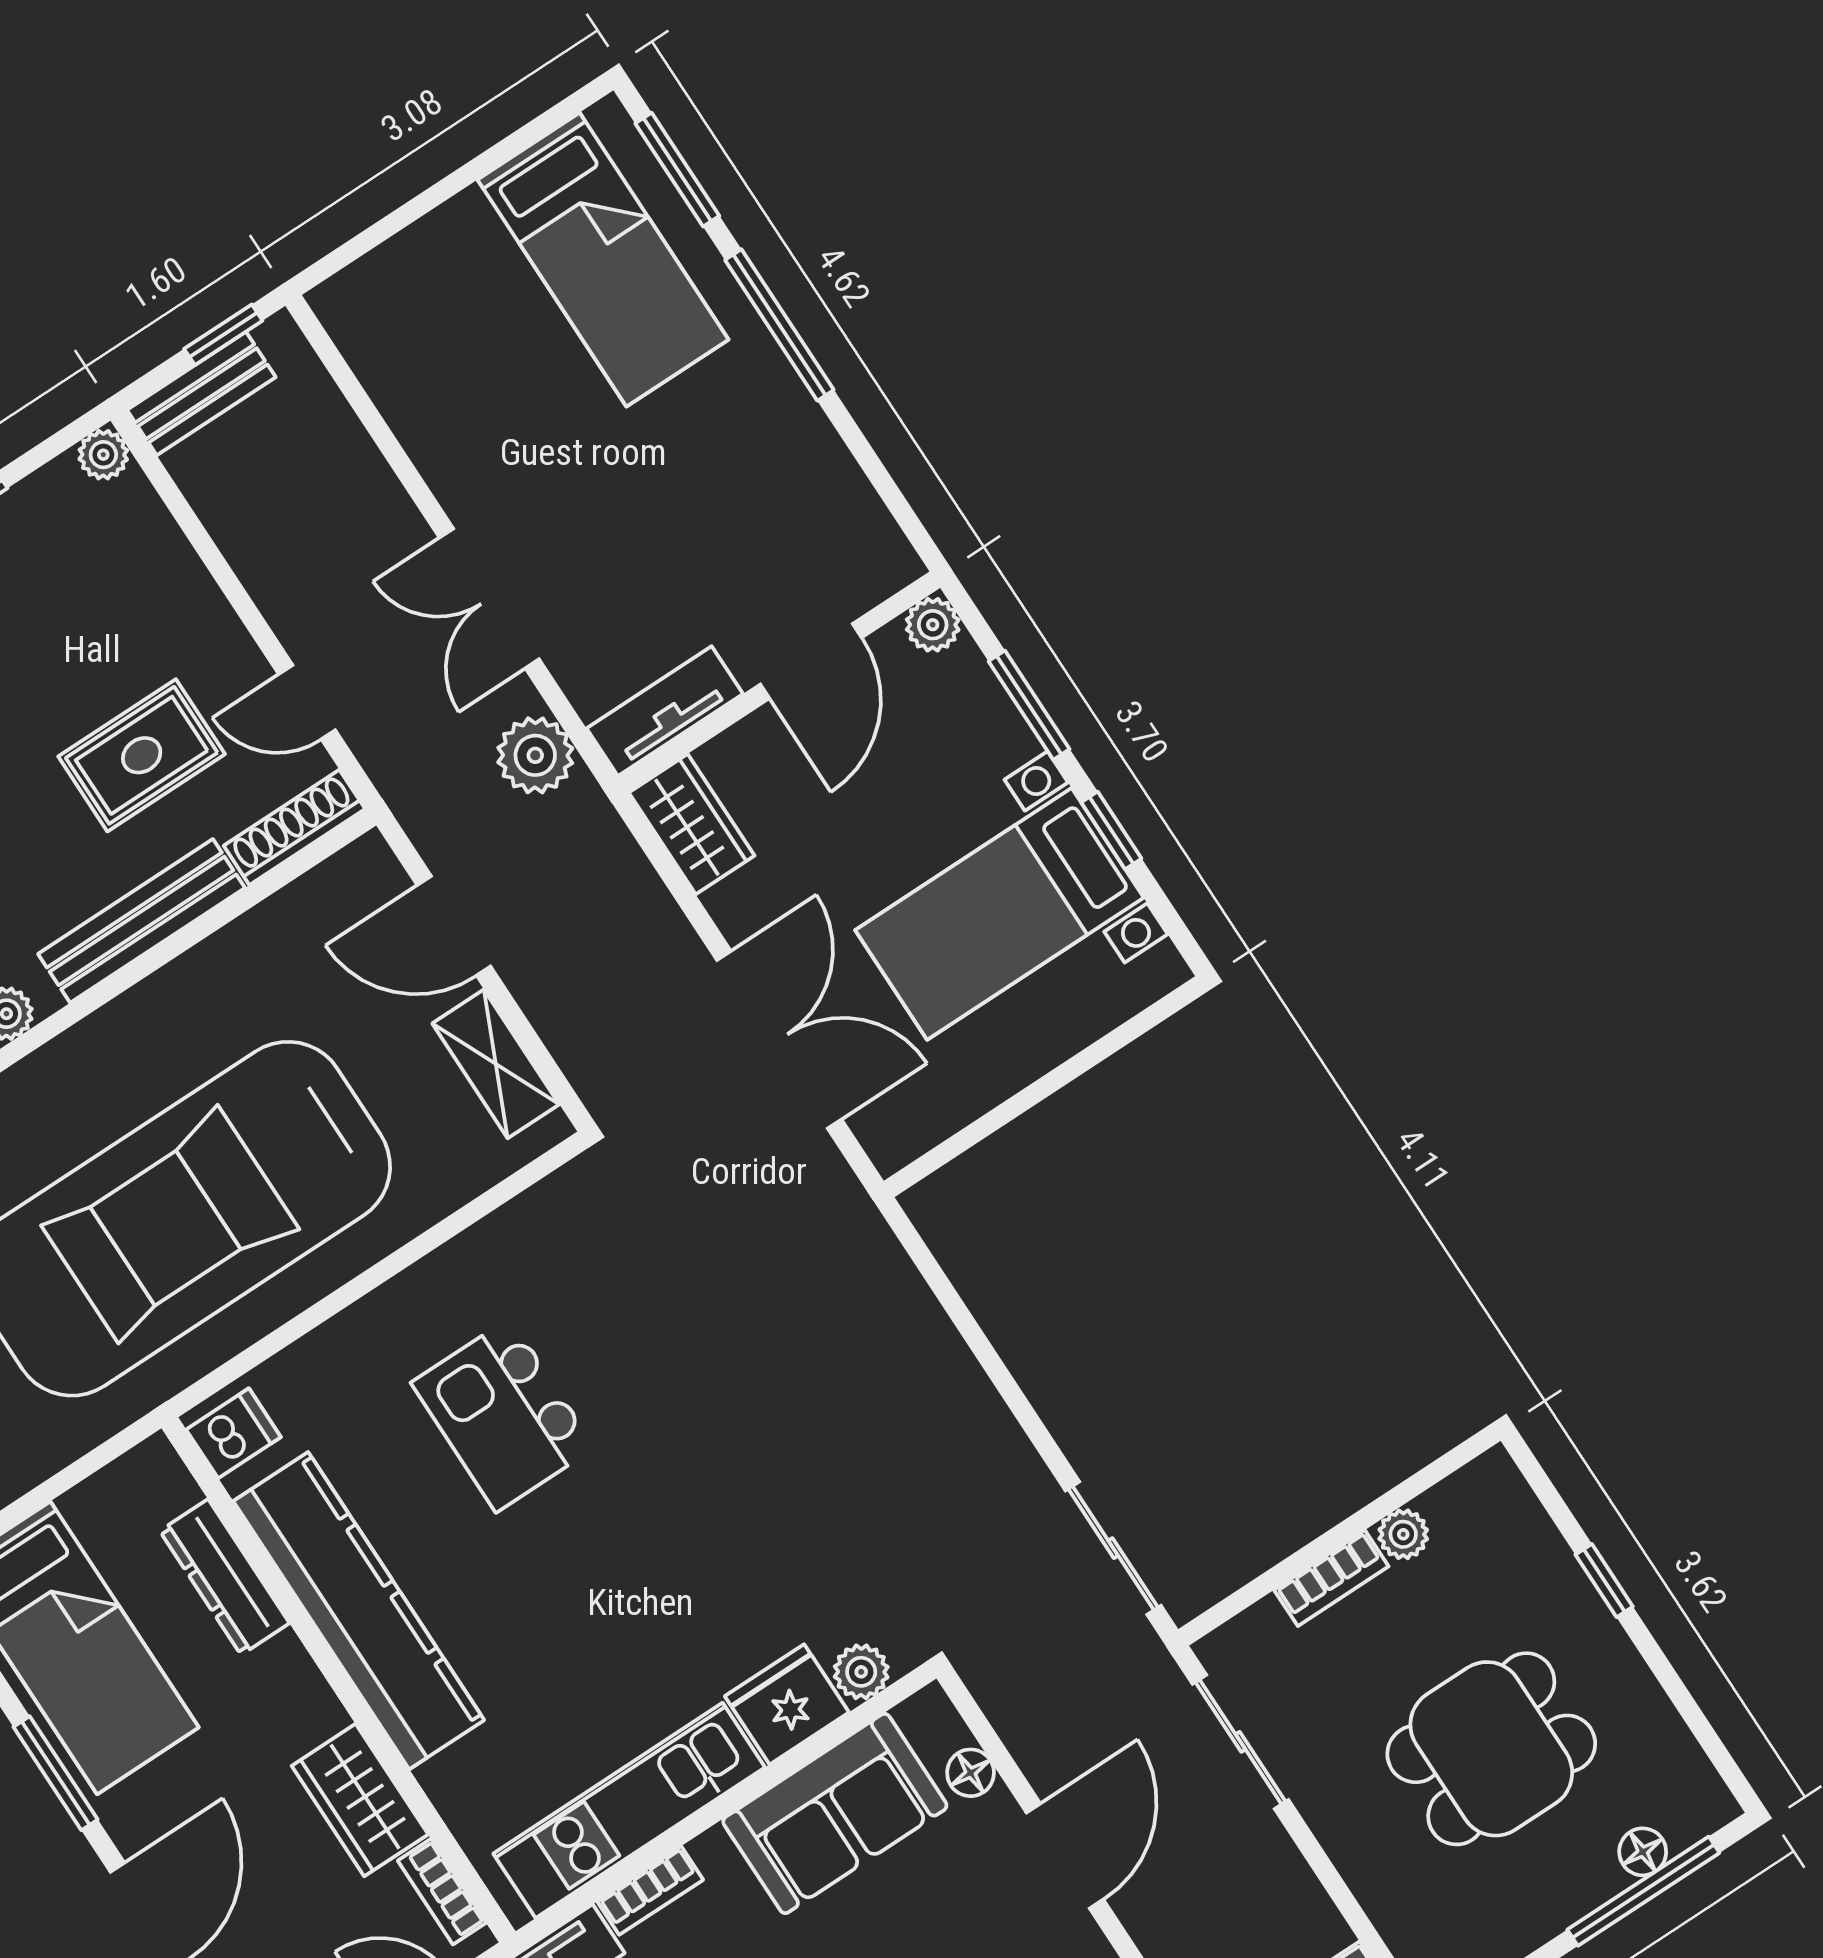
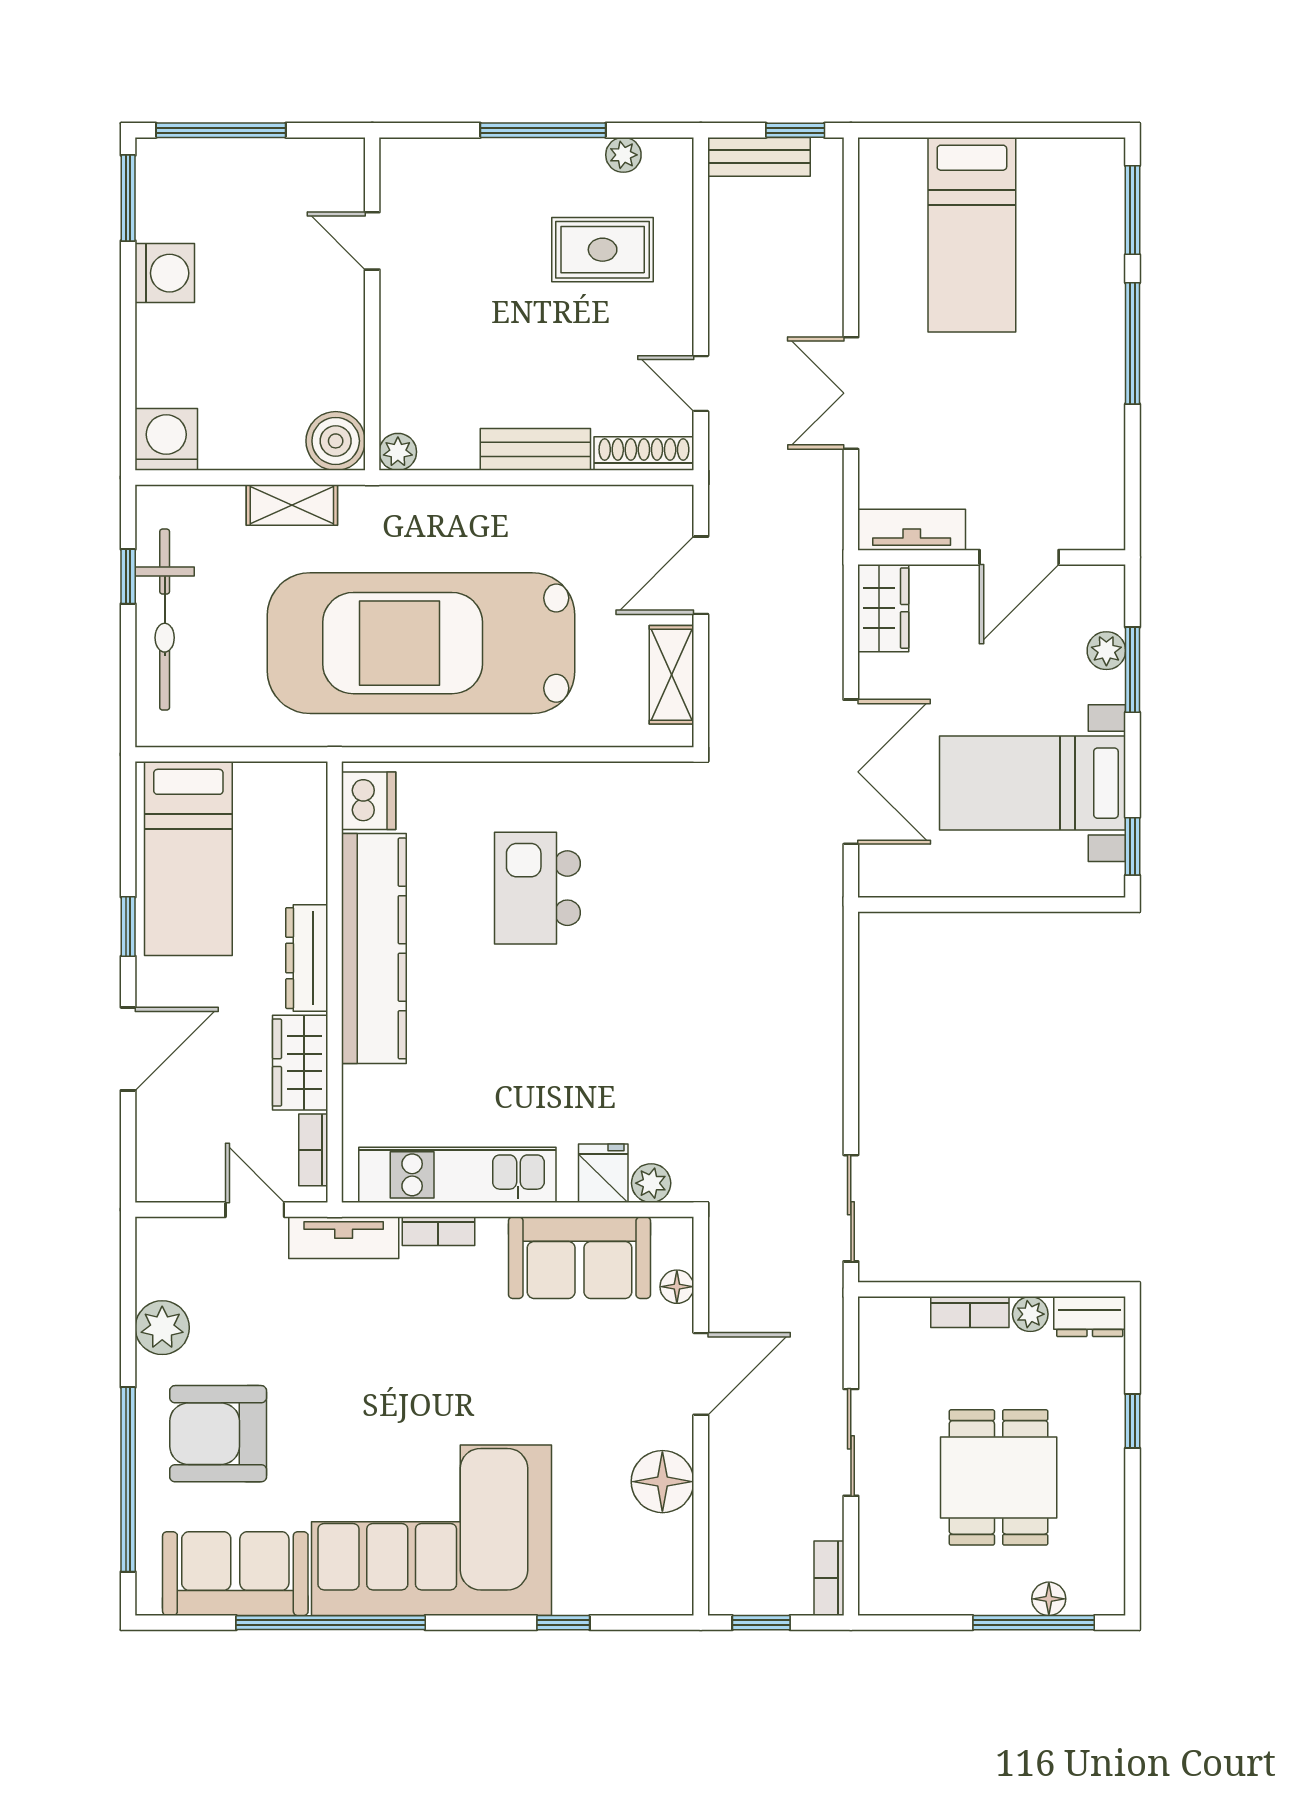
bed: (603, 260) -> (972, 235), moved
plant: (103, 455) -> (623, 155), moved
plant: (933, 625) -> (1106, 651), moved
rug: (142, 755) -> (603, 250), moved
plant: (535, 755) -> (817, 505), removed
window: (1111, 830) -> (1132, 846), moved
bench: (141, 921) -> (535, 449), width x0.73
door: (454, 926) -> (701, 575), hinge flipped
dishwasher: (233, 1433) -> (369, 801), width x1.38
dresser: (1474, 1492) -> (1090, 1317), added
dresser: (225, 1577) -> (307, 958), moved
fridge: (787, 1704) -> (603, 1173), width x0.72
sliding door: (1240, 1742) -> (851, 1442), moved
dining table: (1491, 1749) -> (999, 1477), turned 90
window: (56, 1773) -> (128, 927), width x0.67

